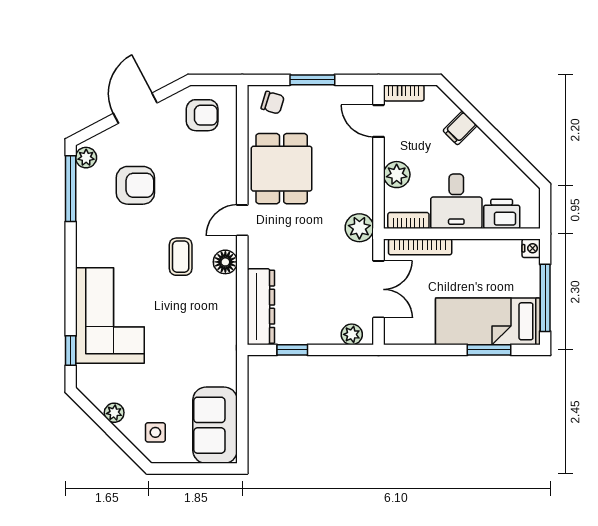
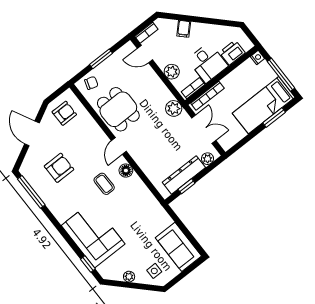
plant: (86, 158) -> (27, 173), removed
dresser: (261, 307) -> (184, 175), moved, turned -90

